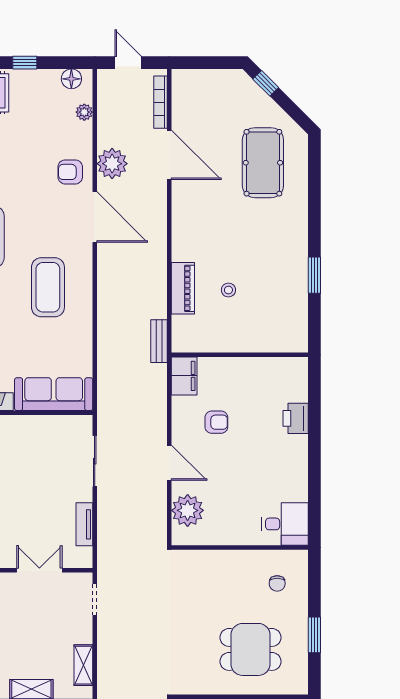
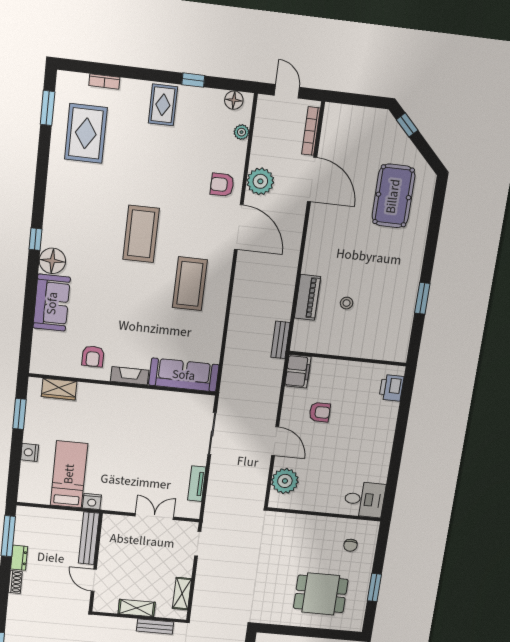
printer: (296, 418) -> (391, 388), moved

